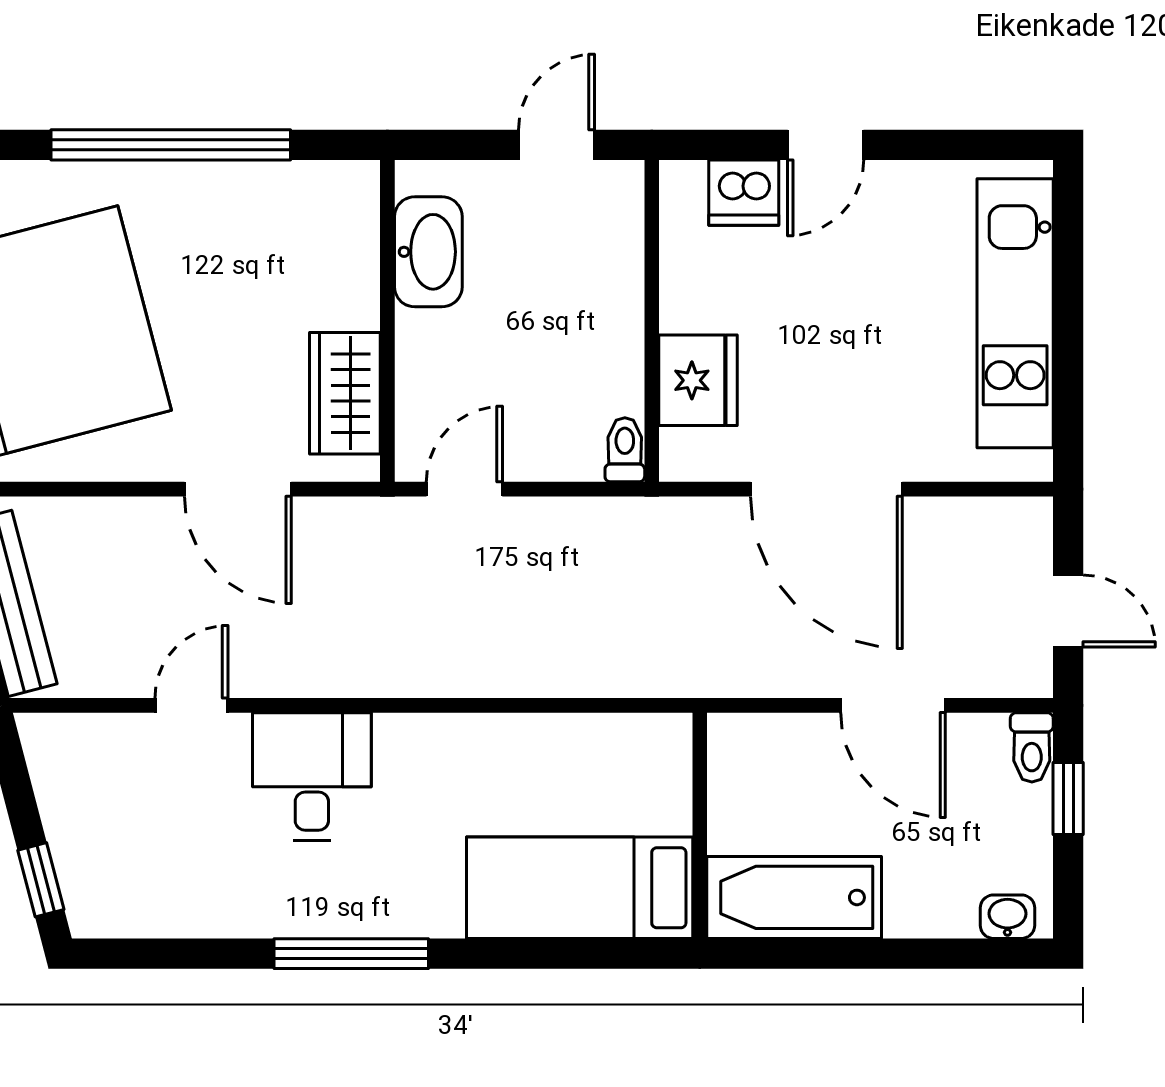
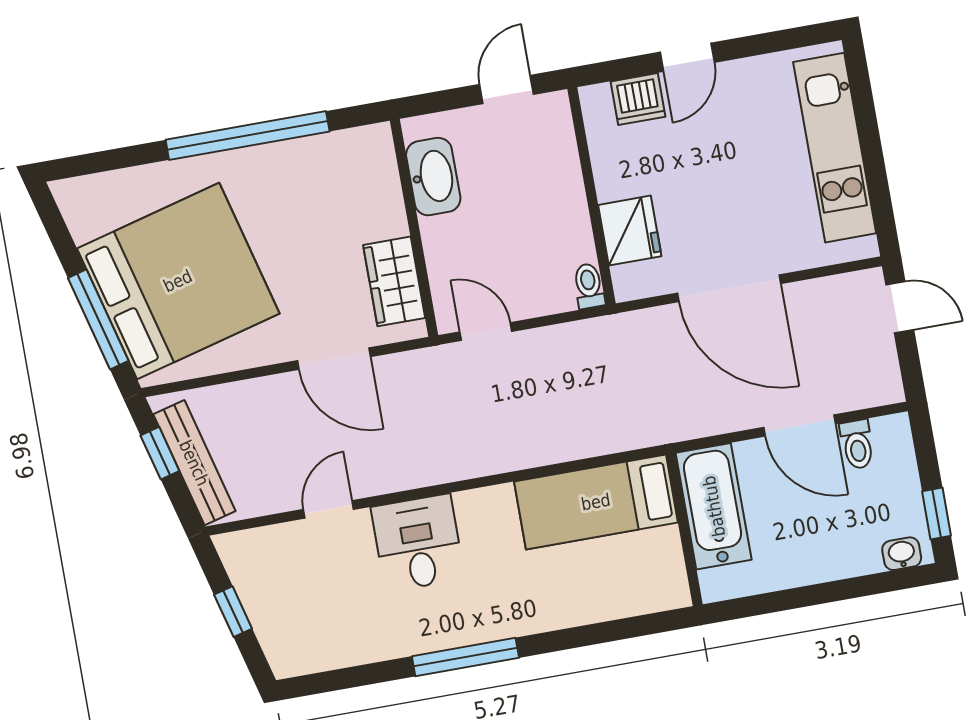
door: (464, 489) -> (486, 332), hinge flipped
door: (1068, 611) -> (900, 307), moved
toilet: (1032, 747) -> (857, 444), moved
window: (1068, 798) -> (936, 514), moved
window: (41, 880) -> (233, 612), moved
bed: (580, 888) -> (596, 502), moved
bathtub: (794, 897) -> (714, 506), moved, turned 90

